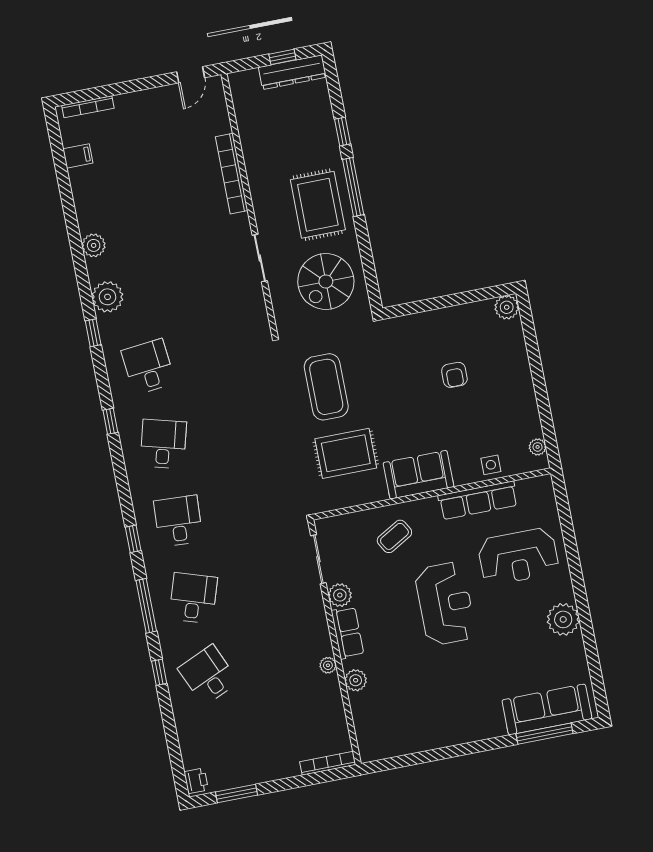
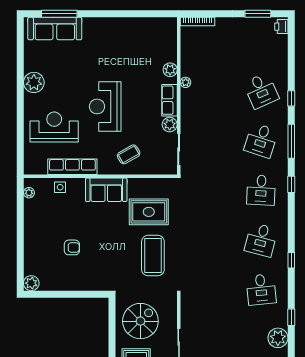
armchair: (454, 375) -> (72, 247), turned 90

